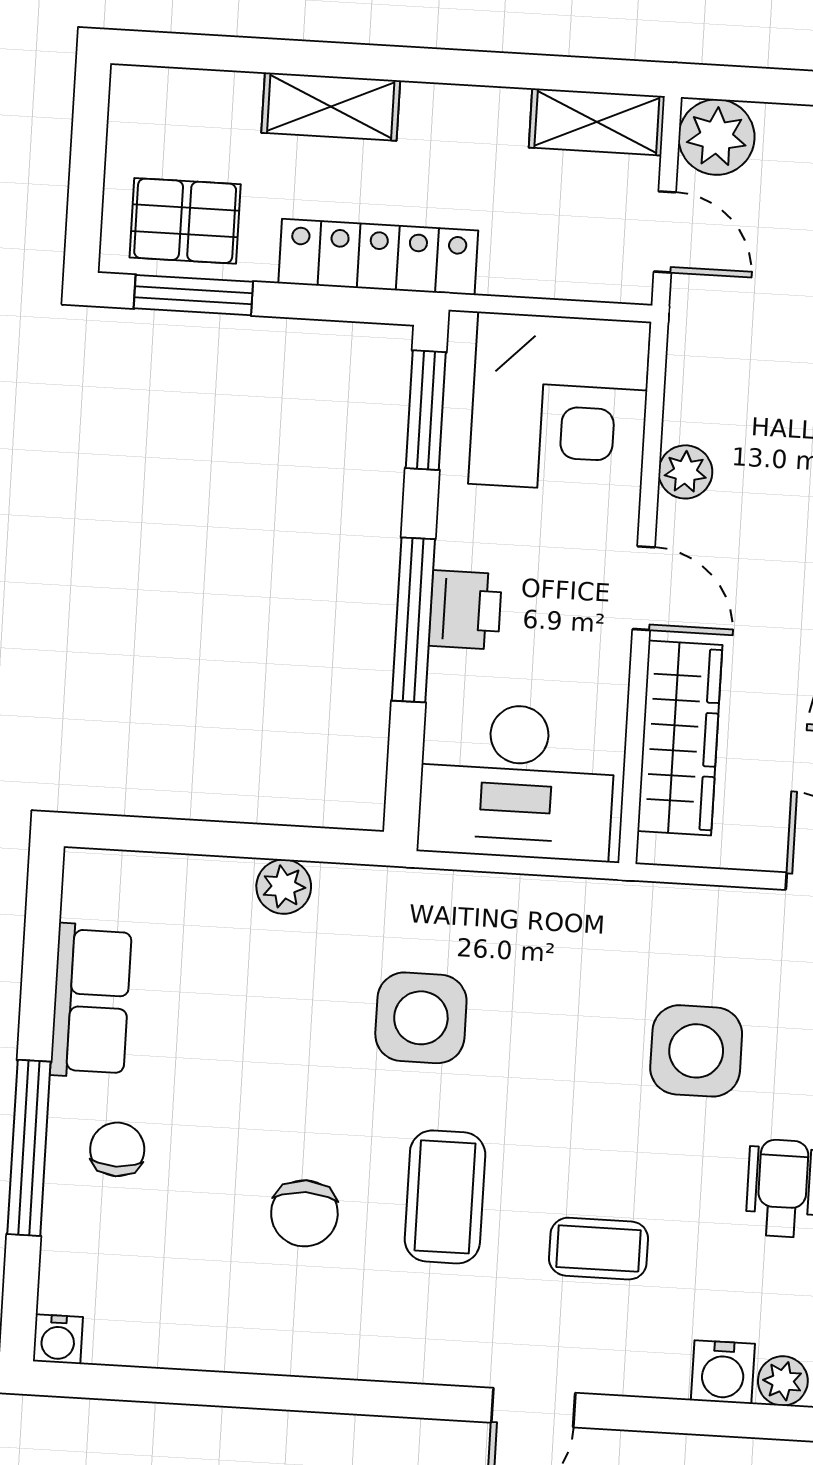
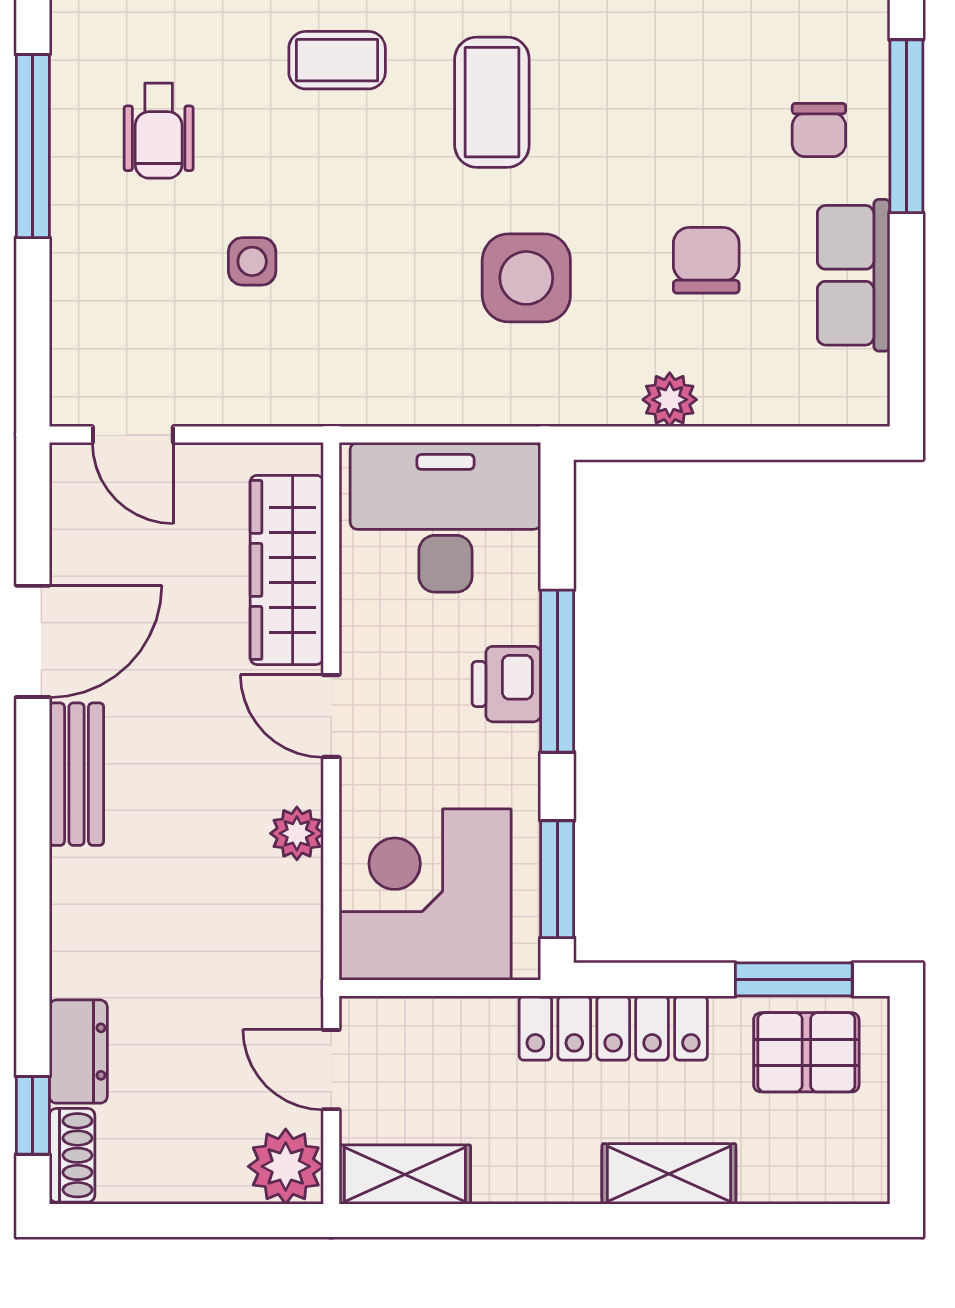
side table: (696, 1051) -> (252, 261), width x0.54, depth x0.54
chair: (304, 1213) -> (706, 260), moved

